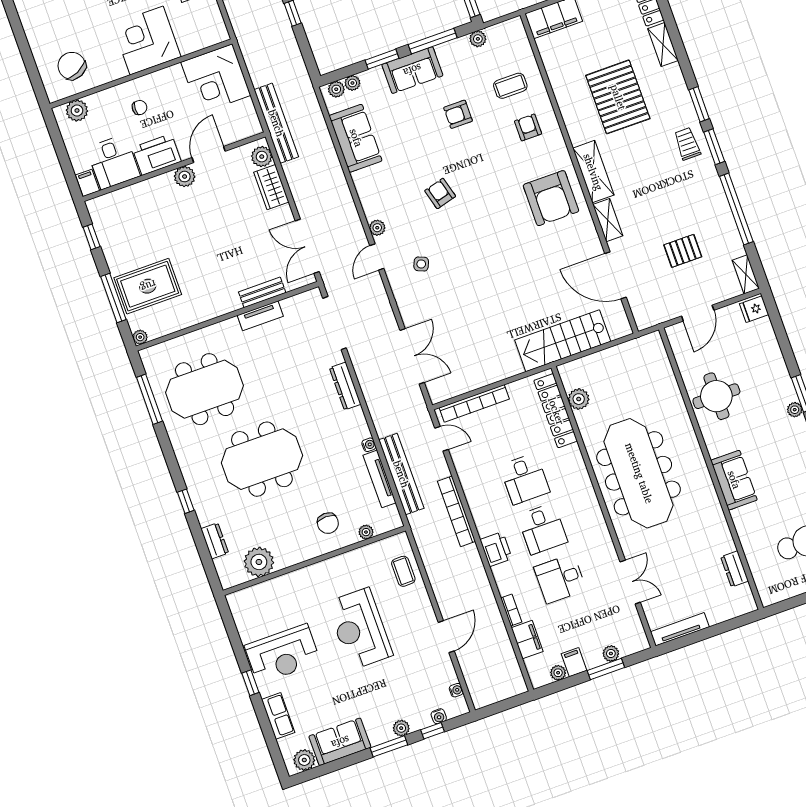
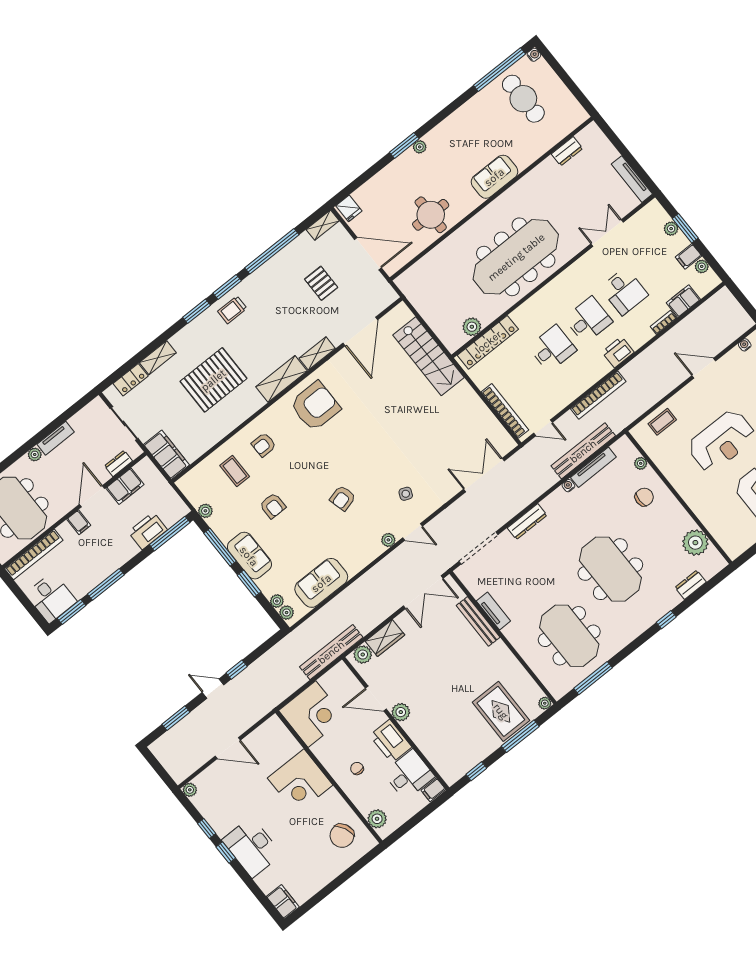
bench: (262, 292) -> (478, 621), width x1.36
door: (698, 313) -> (368, 254), width x1.36
door: (442, 439) -> (543, 428), swing flipped

